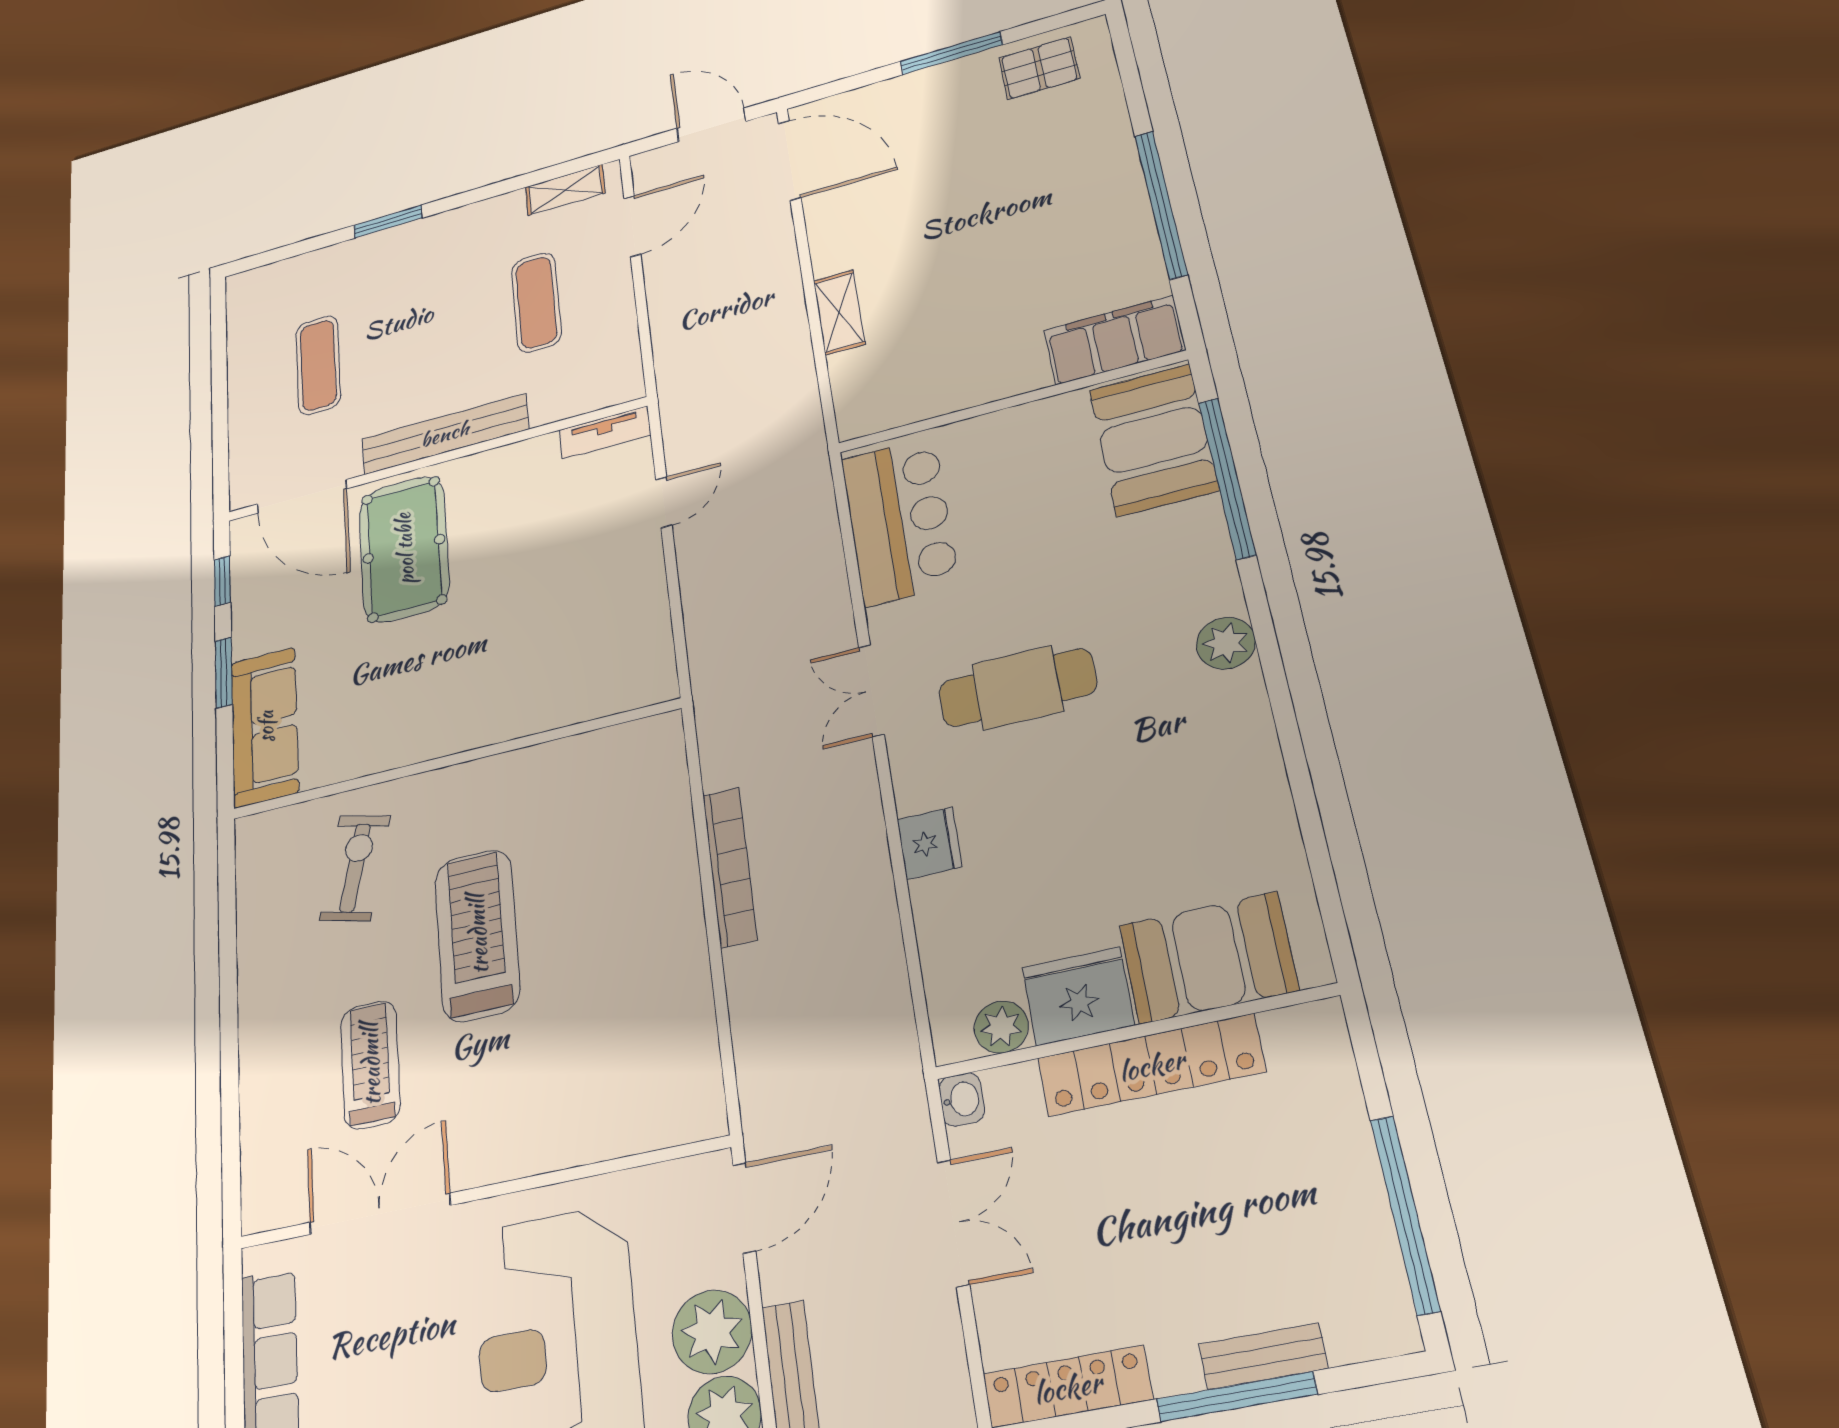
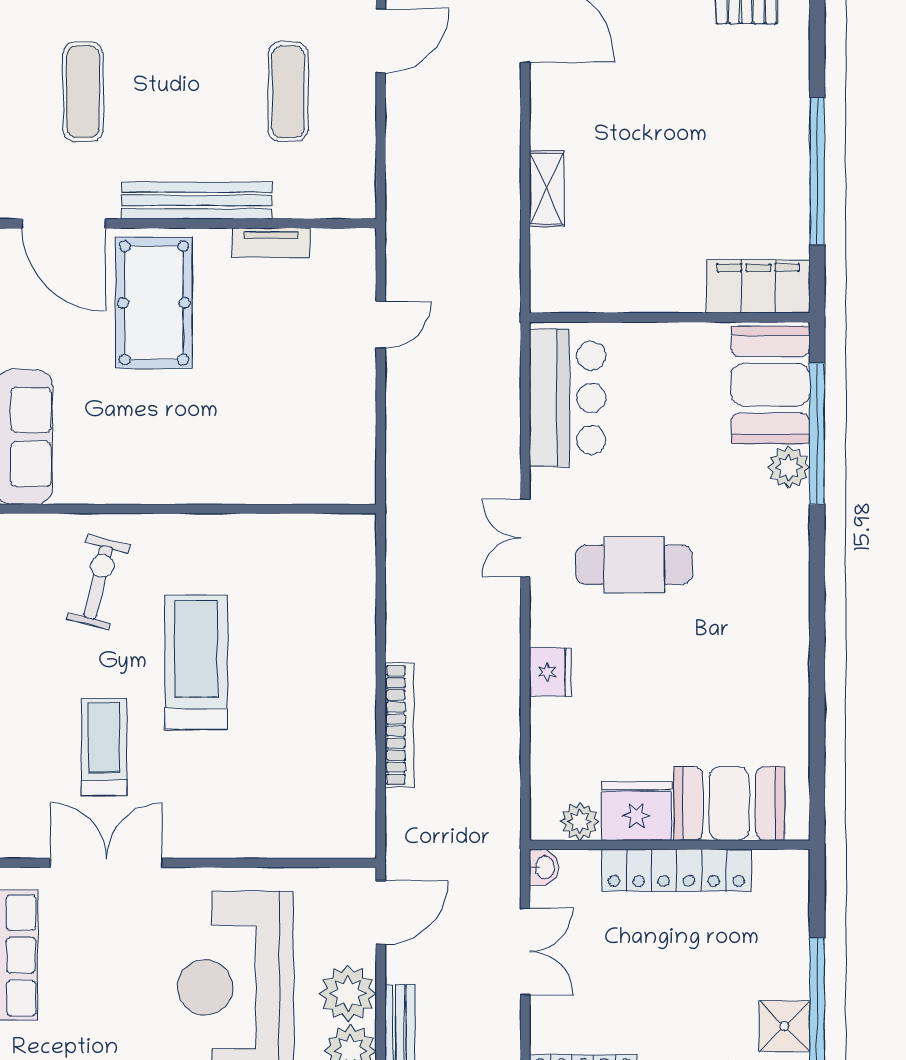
tv unit: (605, 432) -> (271, 243), moved
plant: (1226, 643) -> (789, 467), moved
bookcase: (730, 867) -> (399, 725), moved
shower: (1362, 1260) -> (784, 1026), added

